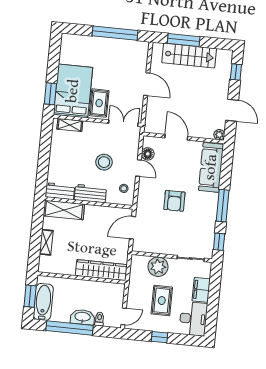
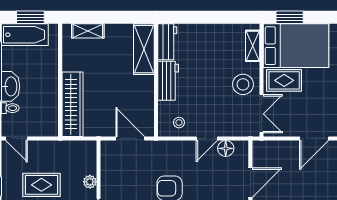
stool: (104, 162) -> (243, 84), moved
shelving: (46, 242) -> (88, 31), moved
plant: (158, 267) -> (90, 182), width x0.53, depth x0.53

